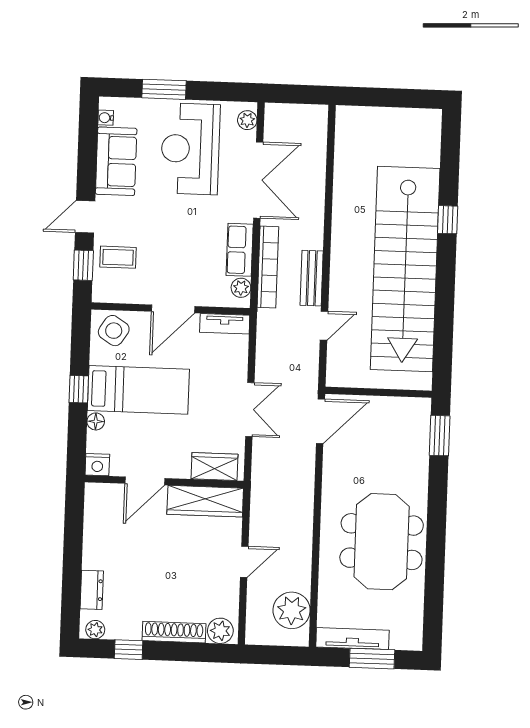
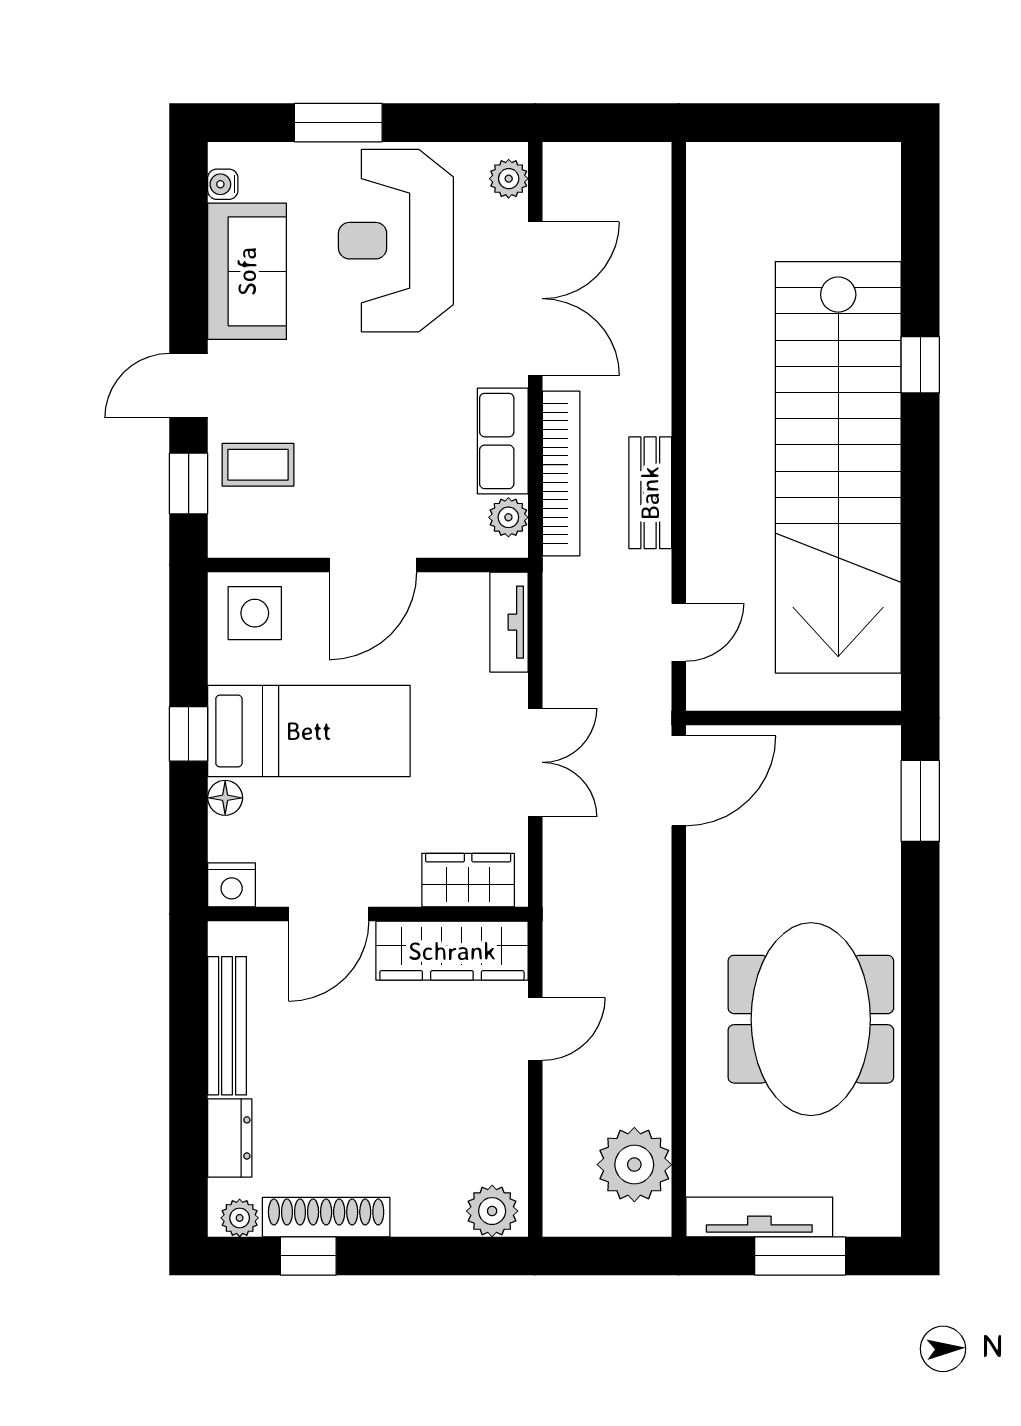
tv unit: (225, 324) -> (509, 622), moved, turned 90
door: (324, 326) -> (679, 632), moved
side table: (114, 331) -> (255, 613), turned -33
bench: (93, 534) -> (227, 1026), added
door: (244, 562) -> (535, 1029), moved
shoe rack: (174, 632) -> (326, 1217), moved

